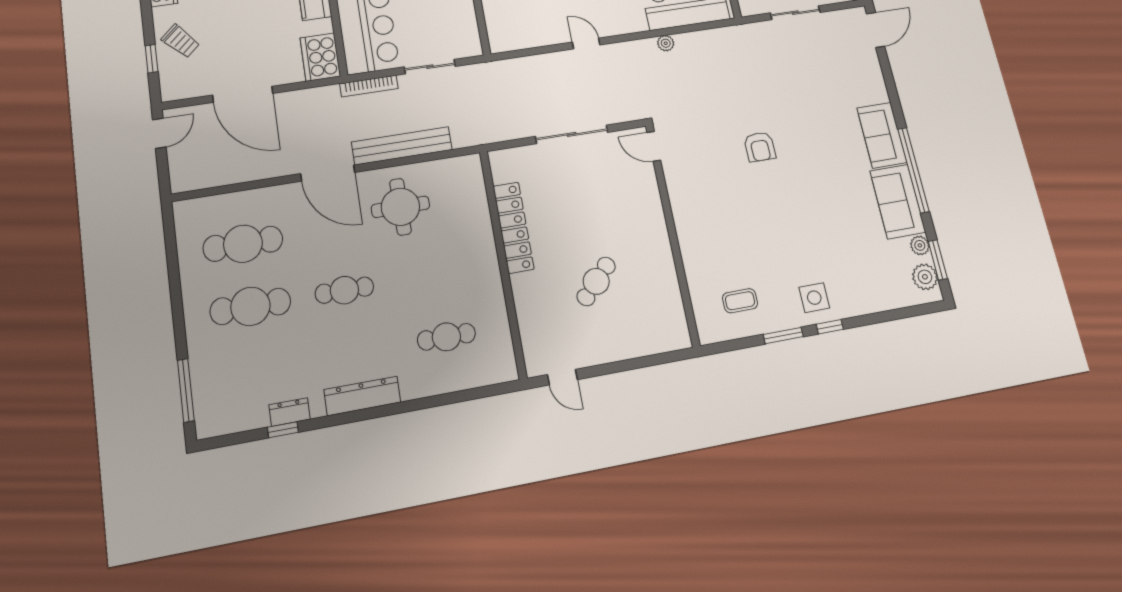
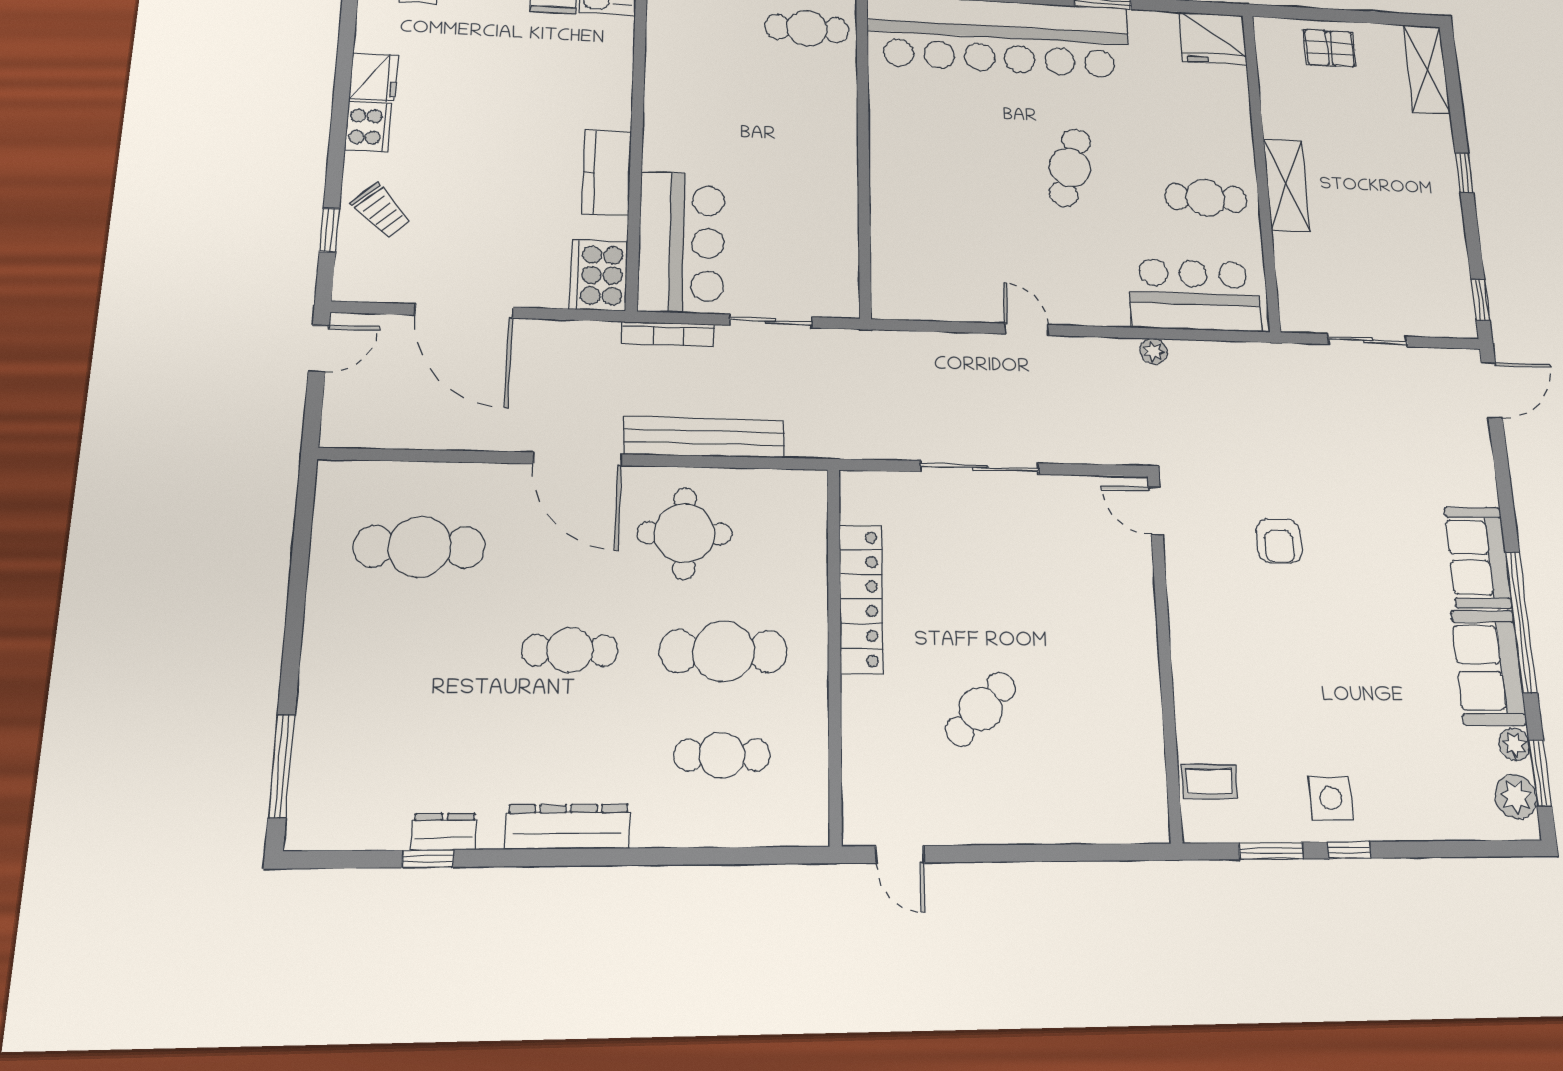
door: (654, 146) -> (1156, 511), moved
wall: (672, 233) -> (1165, 654), moved
cafe table: (250, 306) -> (723, 651), moved

